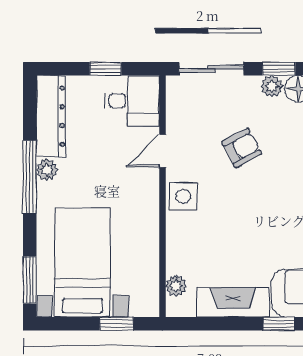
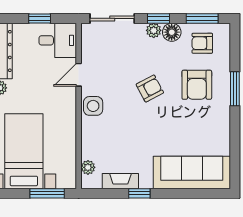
armchair: (242, 148) -> (150, 88), moved
fireplace: (233, 302) -> (120, 181), width x0.73, depth x0.76
window: (117, 324) -> (47, 193), width x1.50
window: (279, 324) -> (139, 193), moved

